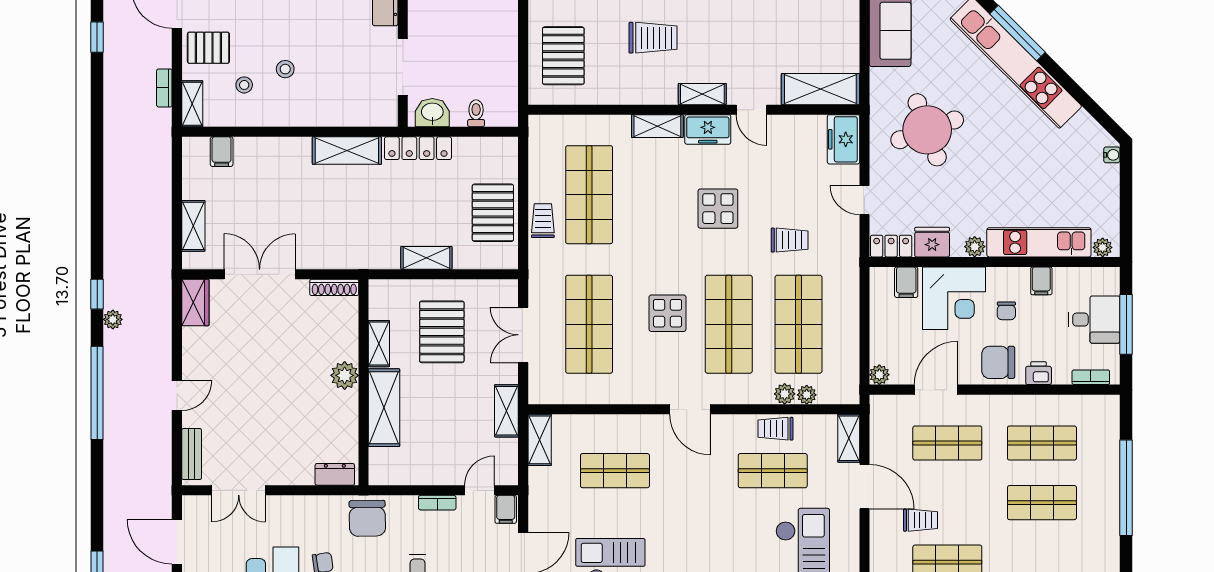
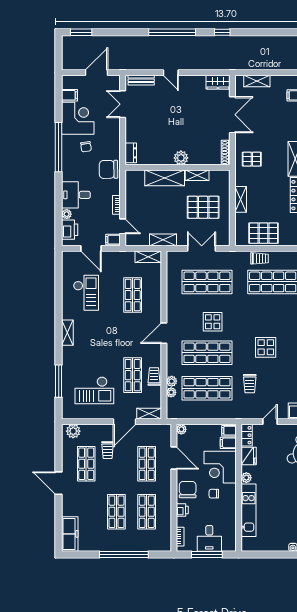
pallet: (347, 236) -> (252, 159), added
plant: (1103, 247) -> (246, 542), removed
filing cabinet: (1041, 281) -> (229, 431), moved
plant: (113, 319) -> (209, 40), removed

